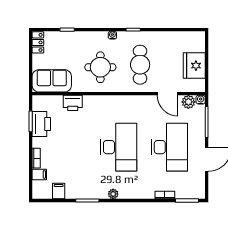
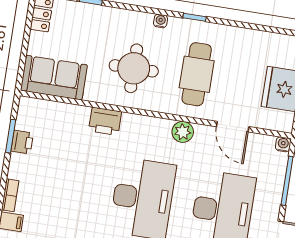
plant: (188, 102) -> (183, 132), moved
printer: (73, 103) -> (105, 121), moved
printer: (41, 124) -> (22, 142), width x0.53, depth x0.68

